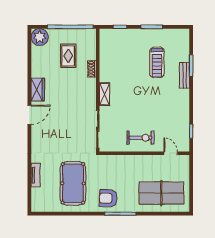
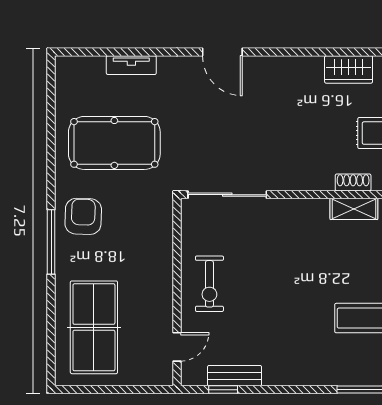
bench: (185, 75) -> (235, 376), moved
wardrobe: (38, 90) -> (349, 69), moved
shelving: (105, 94) -> (354, 209), moved
door: (29, 115) -> (222, 52), moved

